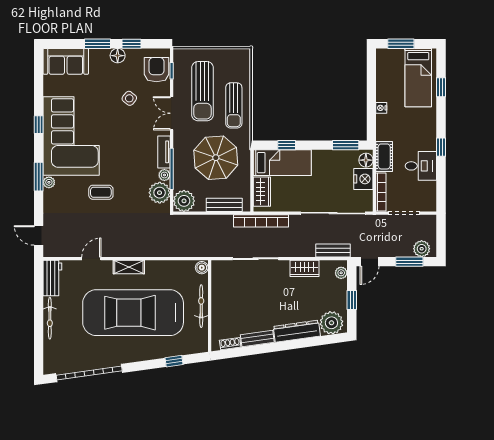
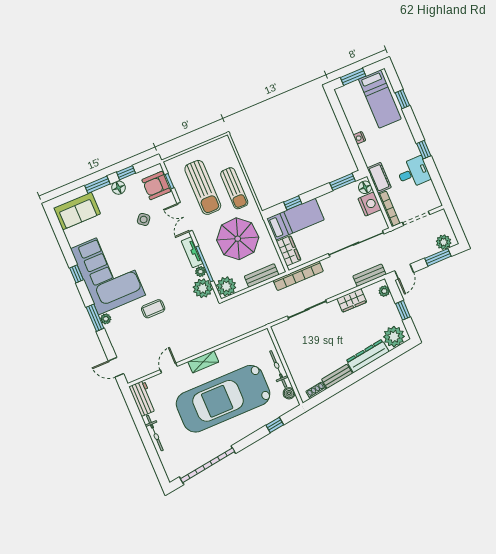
armchair: (156, 70) -> (156, 186), turned -90
boiler: (202, 268) -> (289, 393), moved

